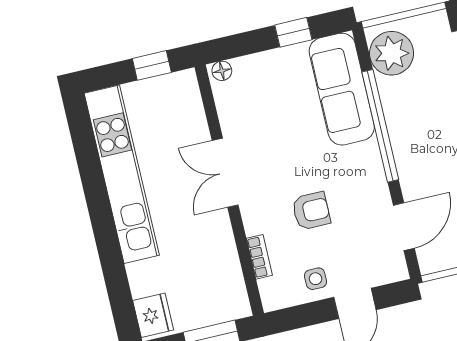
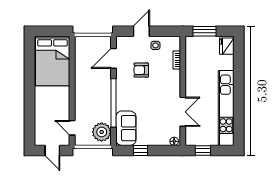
sofa: (342, 89) -> (126, 128), width x0.73
double door: (225, 173) -> (183, 112), moved
armchair: (311, 211) -> (141, 70), moved

